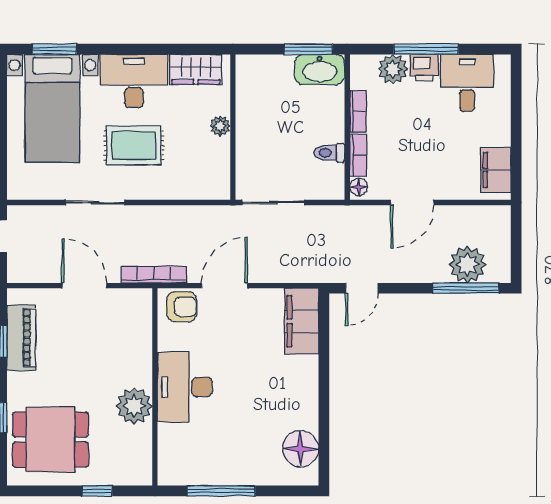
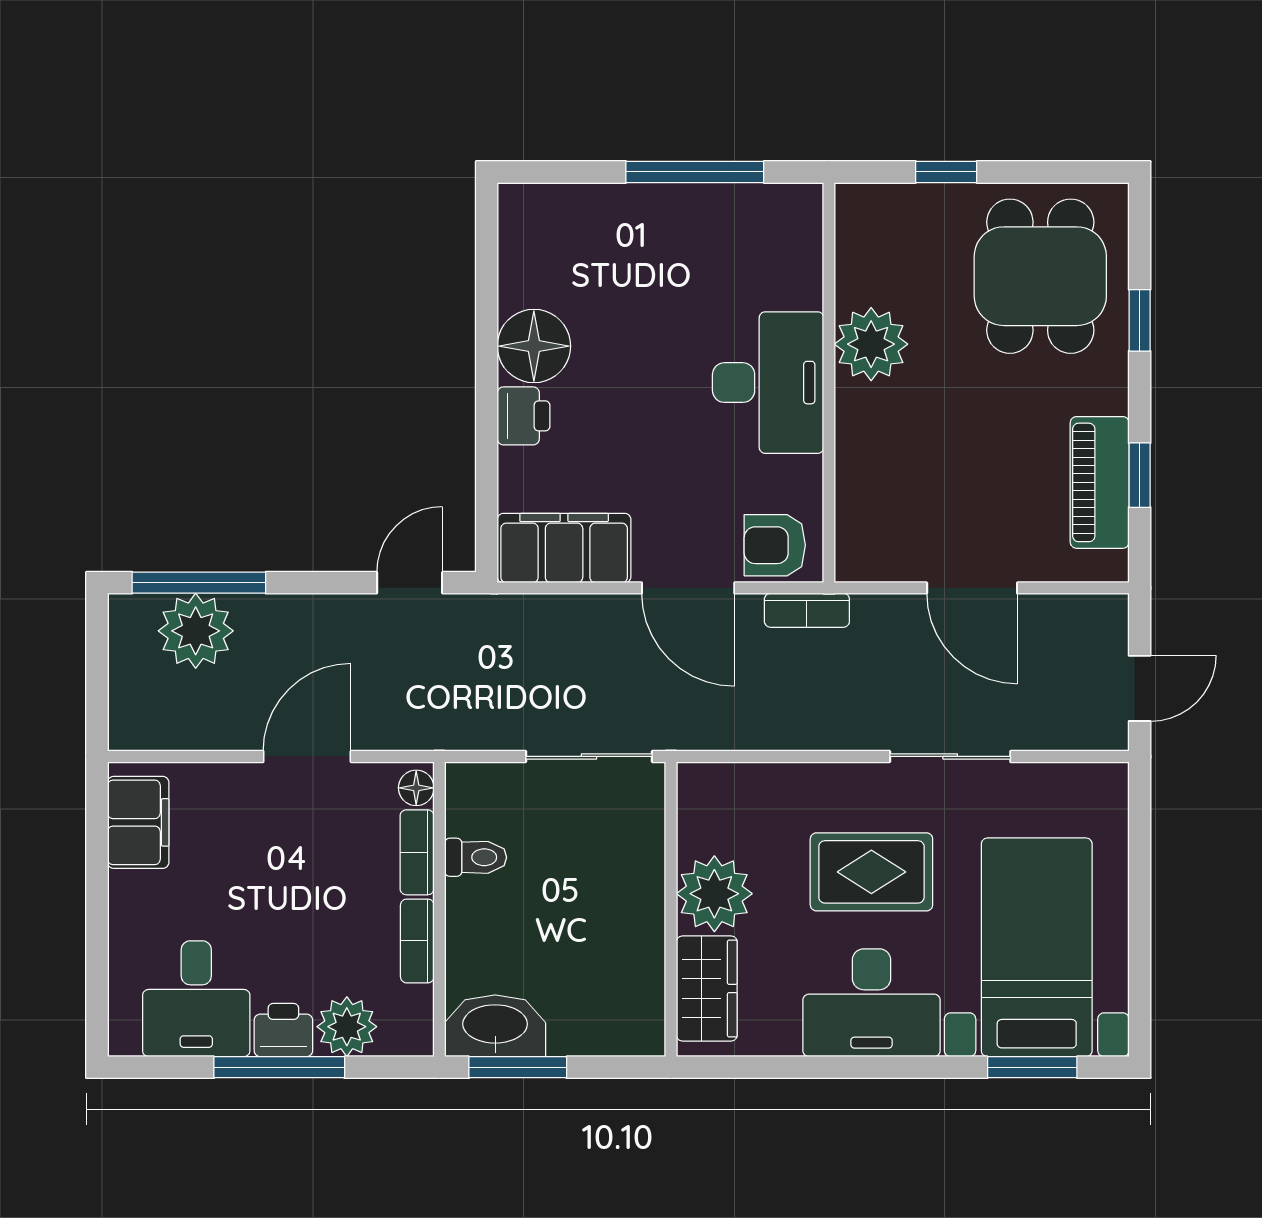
wardrobe: (196, 69) -> (707, 989), moved, turned 90
plant: (220, 126) -> (714, 894), width x1.87, depth x1.87
bookcase: (154, 275) -> (807, 610), width x0.64
door: (224, 286) -> (688, 588), hinge flipped
filing cabinet: (302, 321) -> (564, 548), moved, turned -90
printer: (306, 371) -> (524, 416), added
dining table: (51, 440) -> (1040, 276), turned 90
floor lamp: (301, 449) -> (534, 346), moved

